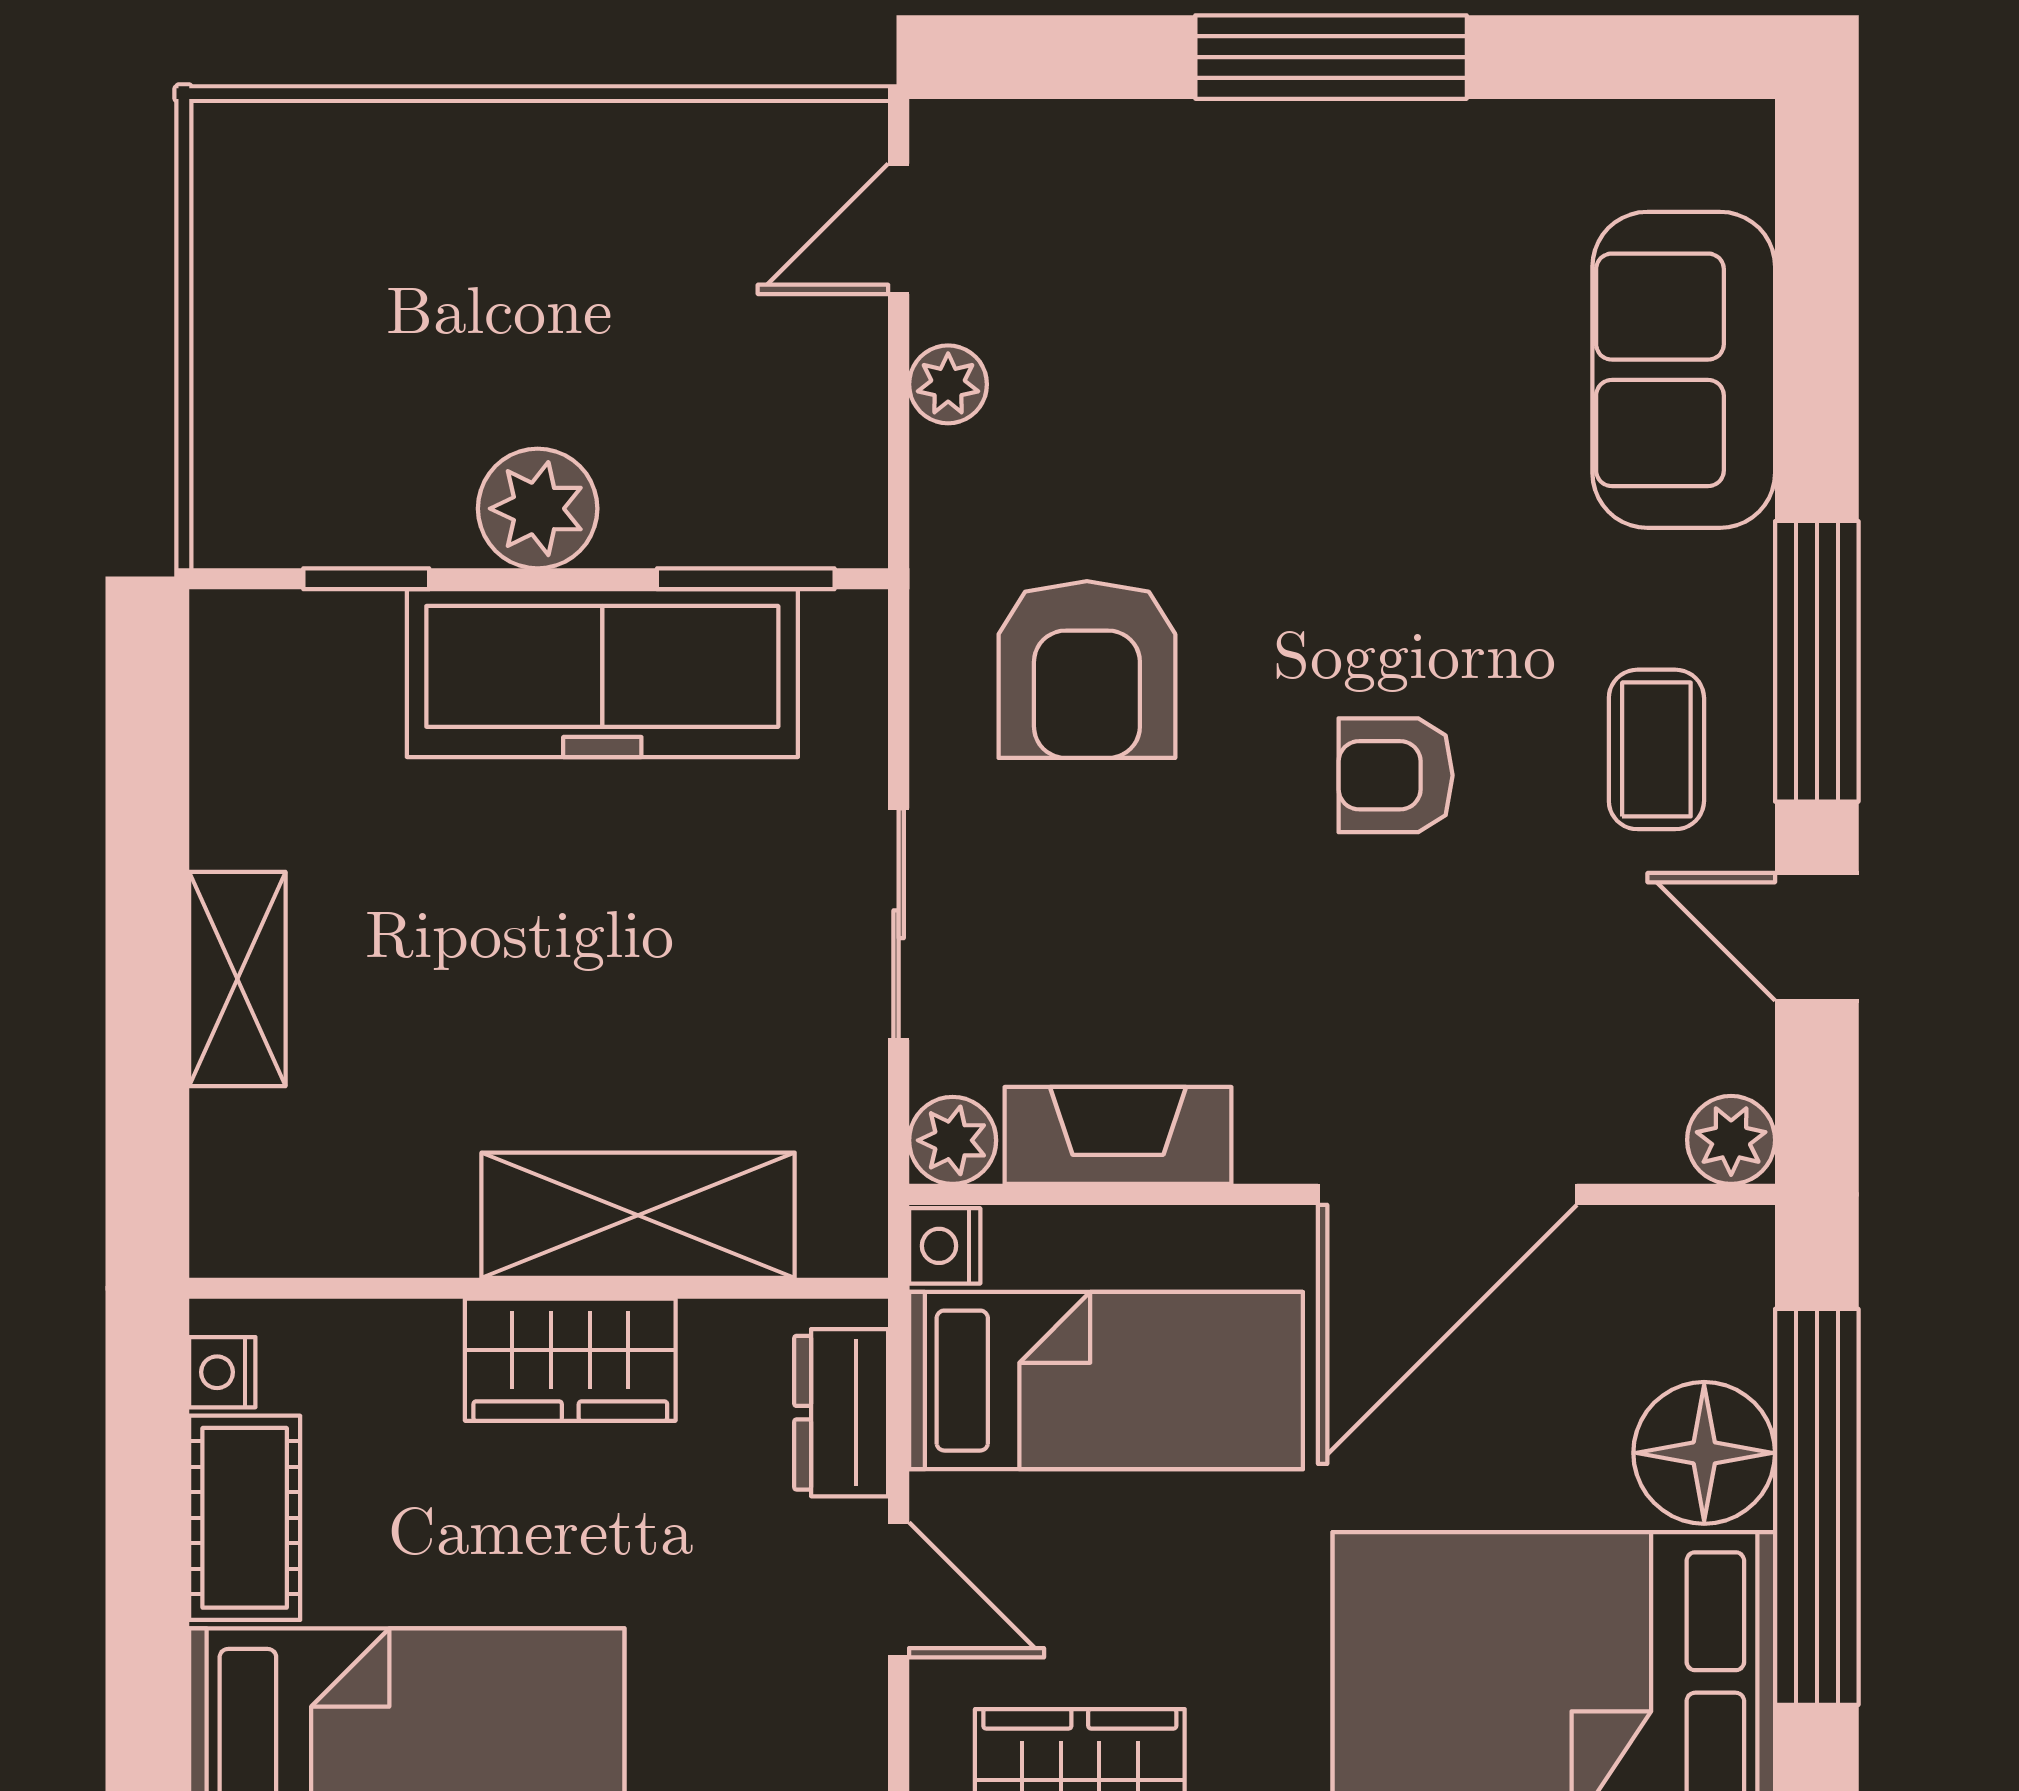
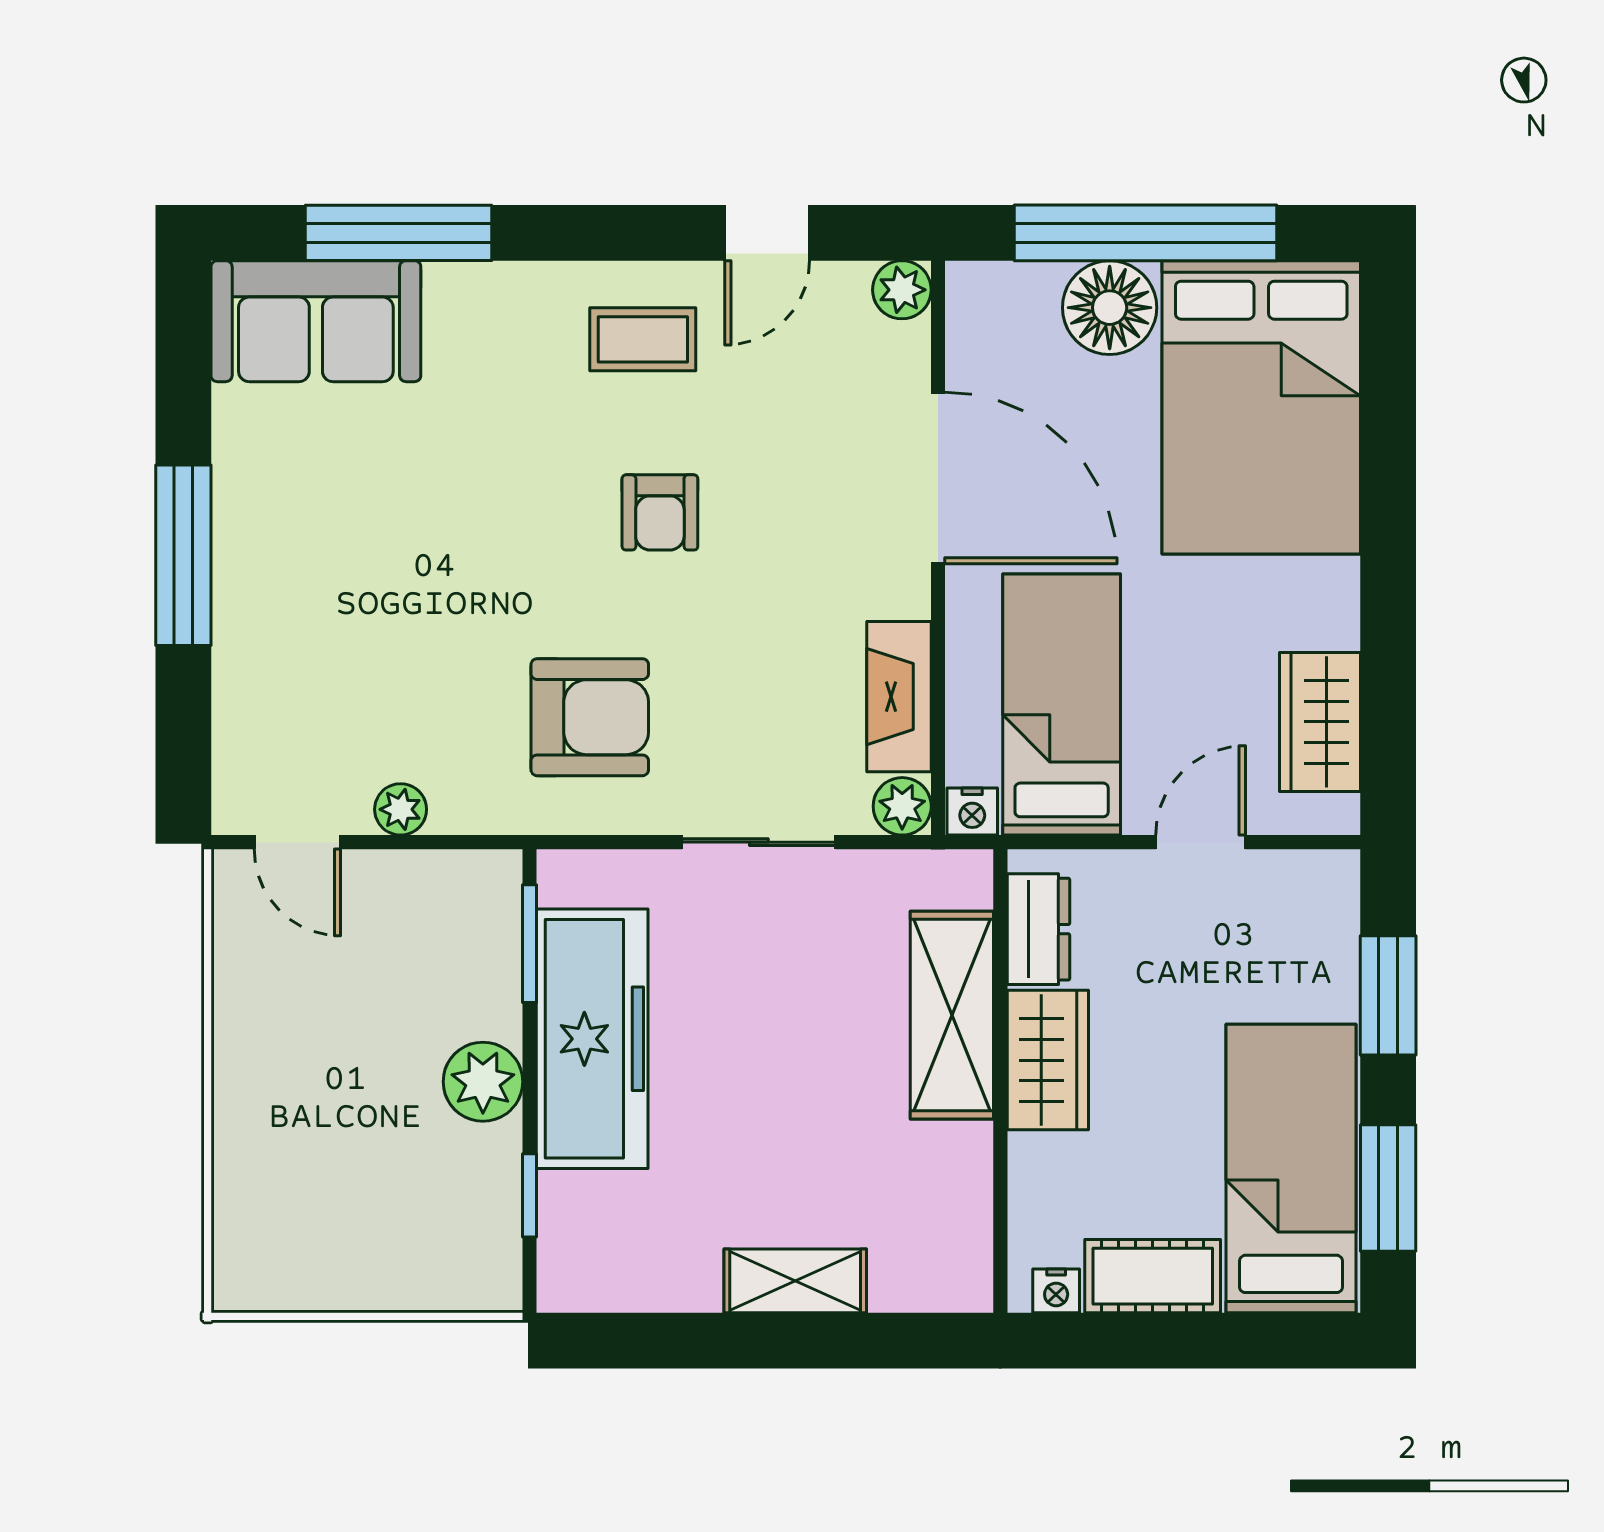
sofa: (1684, 370) -> (316, 321), moved
window: (1817, 661) -> (398, 233), moved
dresser: (841, 1413) -> (1038, 929), moved, turned -90

